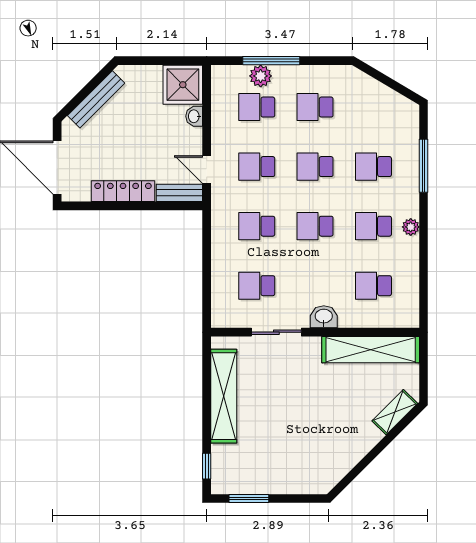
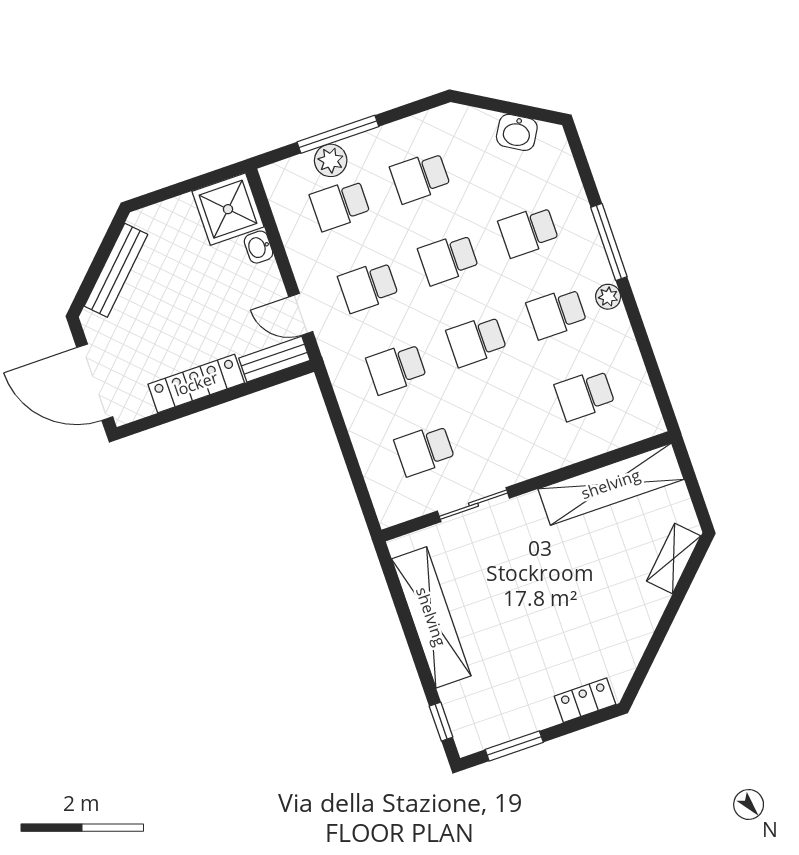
window: (424, 166) -> (609, 242), moved
washbasin: (324, 317) -> (517, 132), moved, turned -149
locker: (305, 485) -> (585, 700), added

